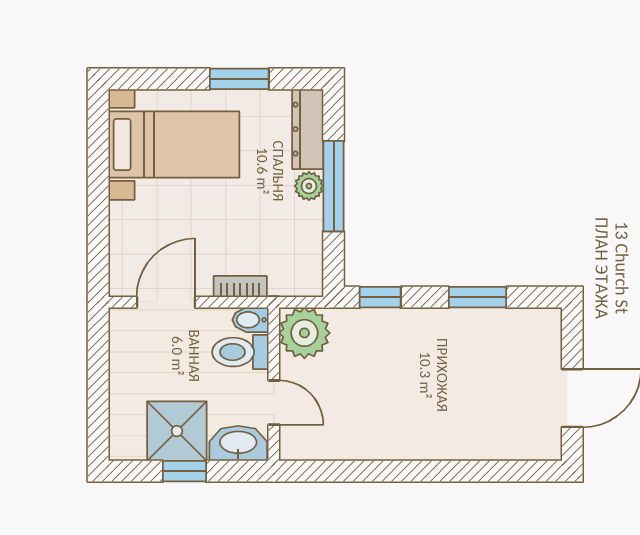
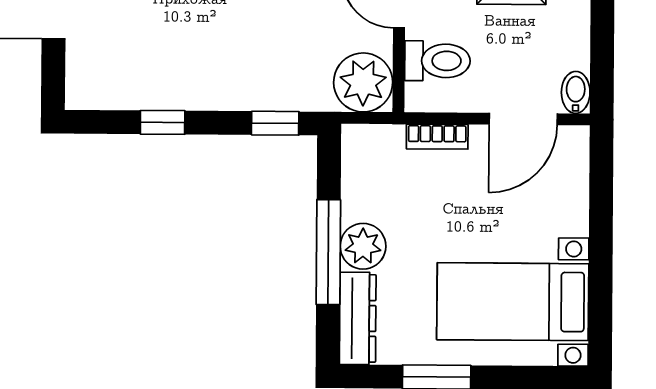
plant: (309, 186) -> (363, 246), width x1.38, depth x1.38
window: (477, 297) -> (163, 122), width x0.67
bidet: (251, 320) -> (576, 92), moved, turned -90

